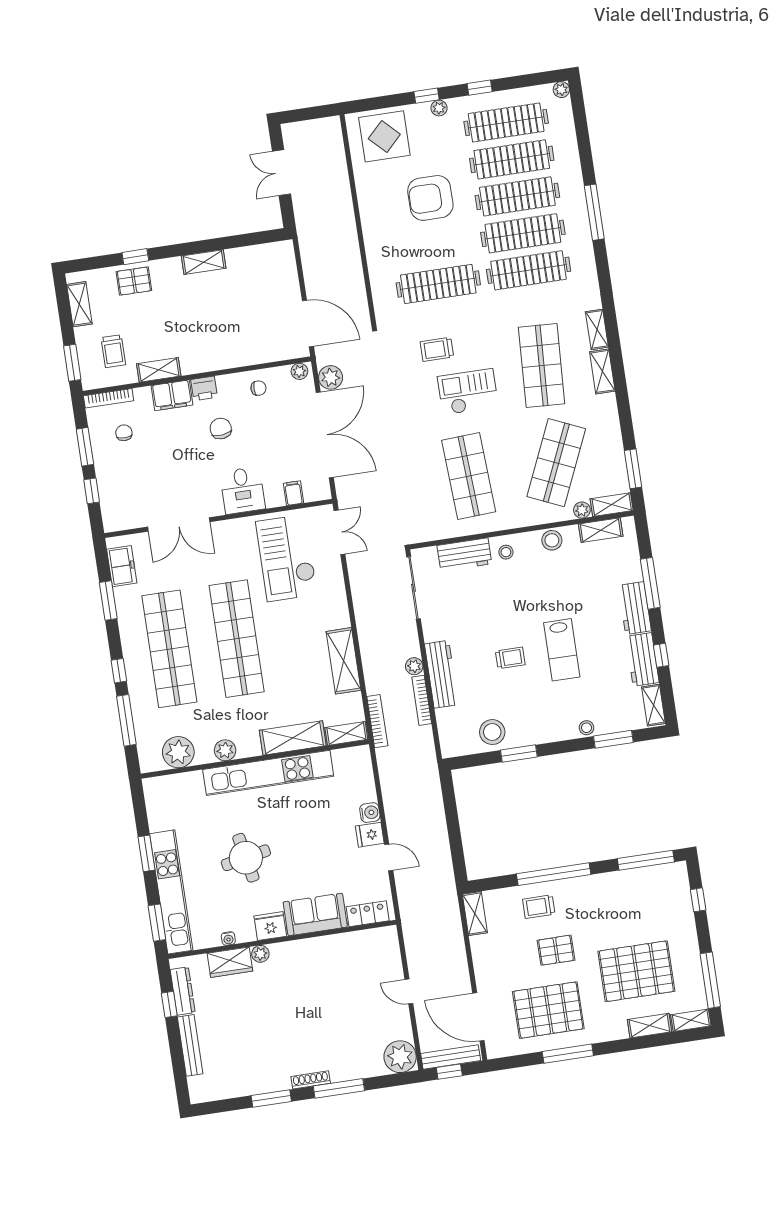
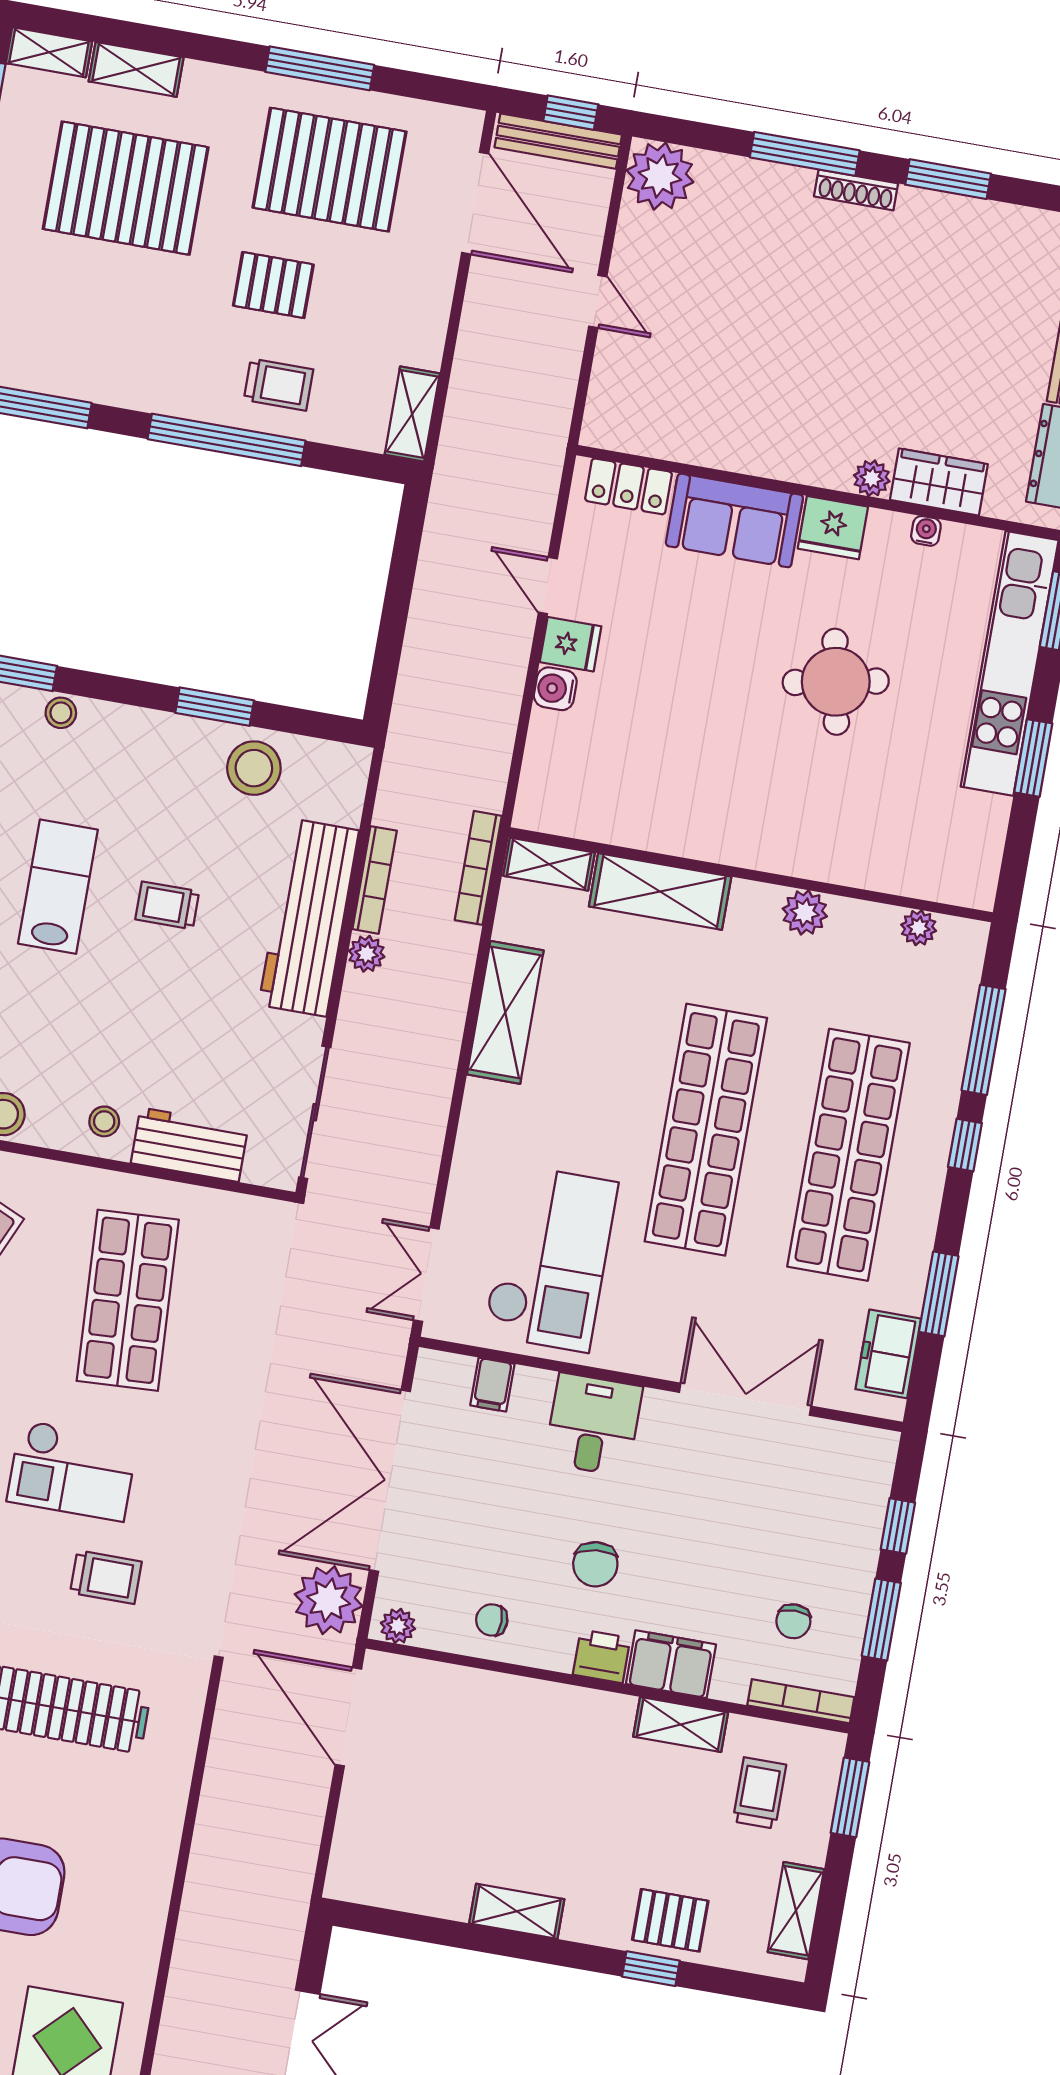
plant: (331, 377) -> (329, 1600), width x1.36, depth x1.36
workbench: (441, 674) -> (309, 918), width x1.36, depth x1.32
plant: (178, 752) -> (919, 928), width x0.53, depth x0.53
kitchen unit: (268, 773) -> (733, 838), removed

